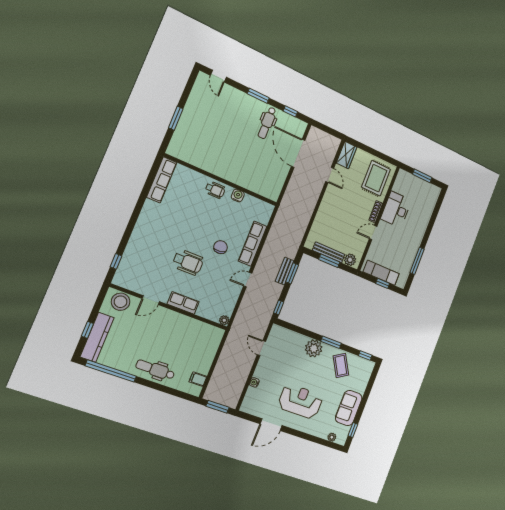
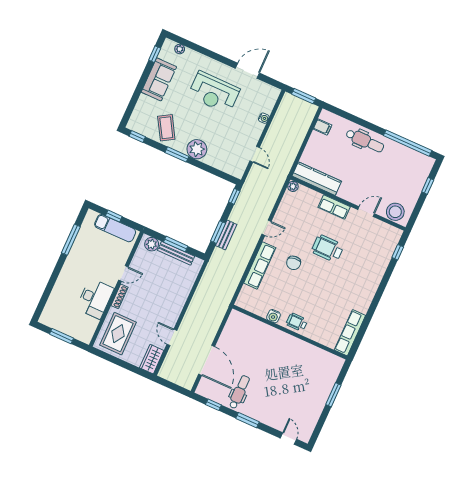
kitchen counter: (97, 337) -> (317, 179), moved, turned 90

